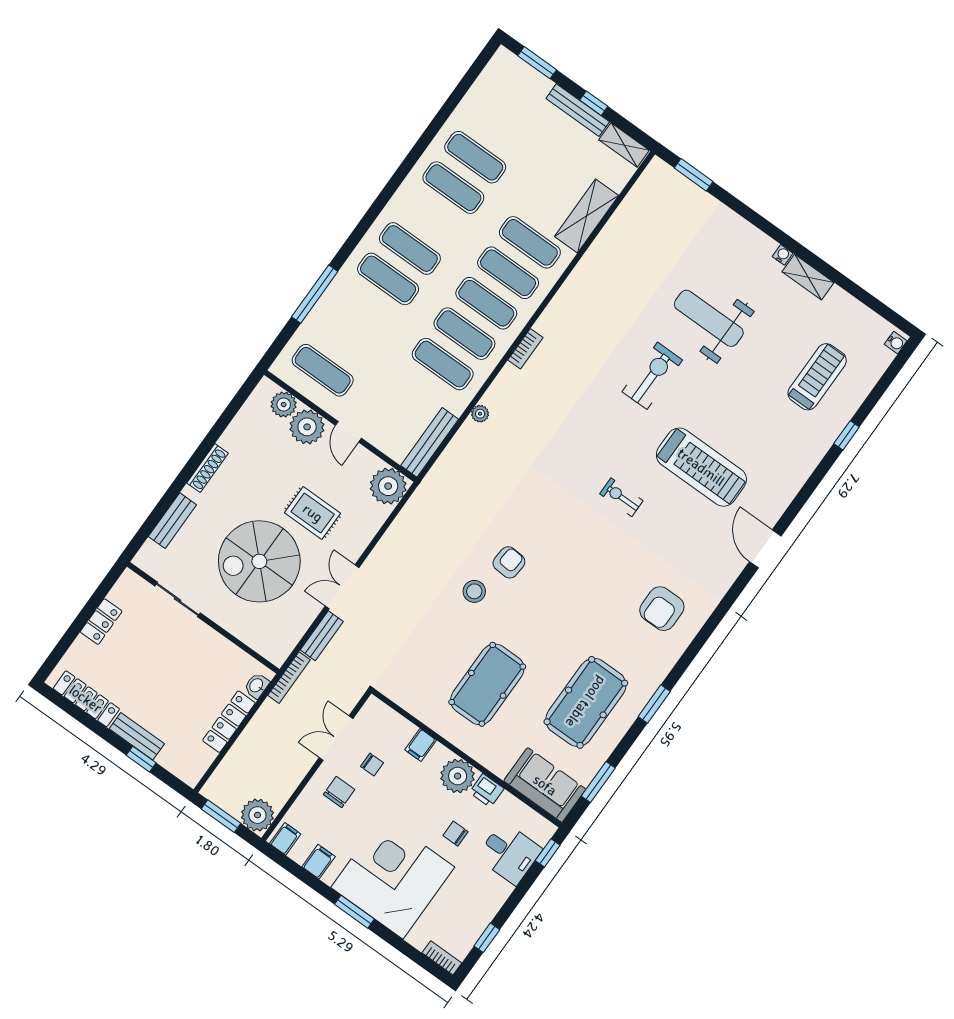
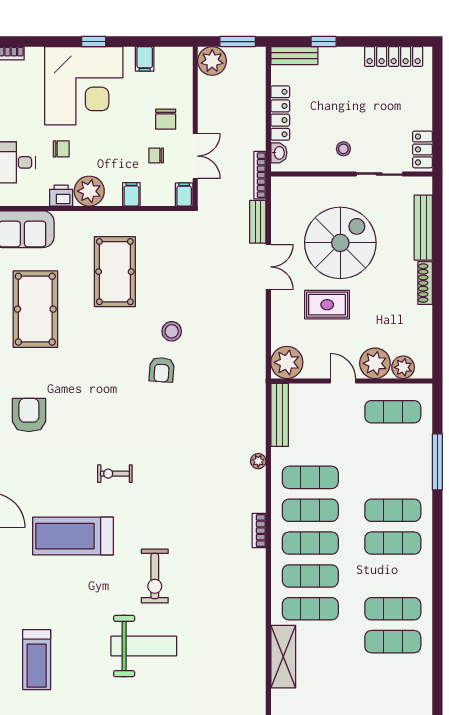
exercise bike: (621, 497) -> (115, 474), turned 180
bench: (172, 521) -> (423, 228), width x1.36
locker: (101, 622) -> (422, 149), moved
stool: (194, 647) -> (343, 149), added
bench: (137, 736) -> (294, 56), moved
filing cabinet: (285, 839) -> (184, 194), moved, turned 180
window: (354, 912) -> (94, 42), width x0.67

